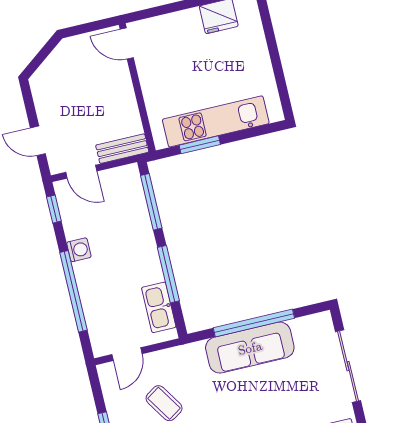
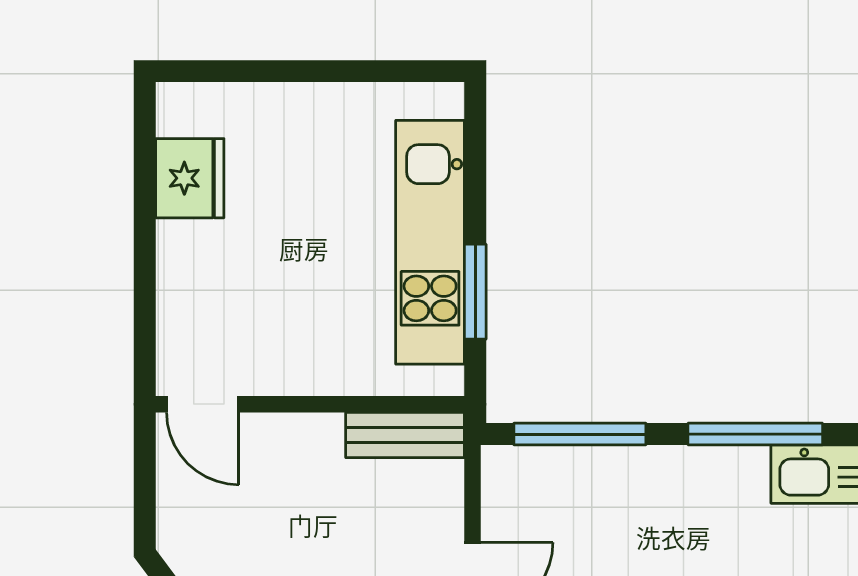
door: (127, 43) -> (203, 404), hinge flipped
bench: (122, 149) -> (405, 435), moved, turned 90

